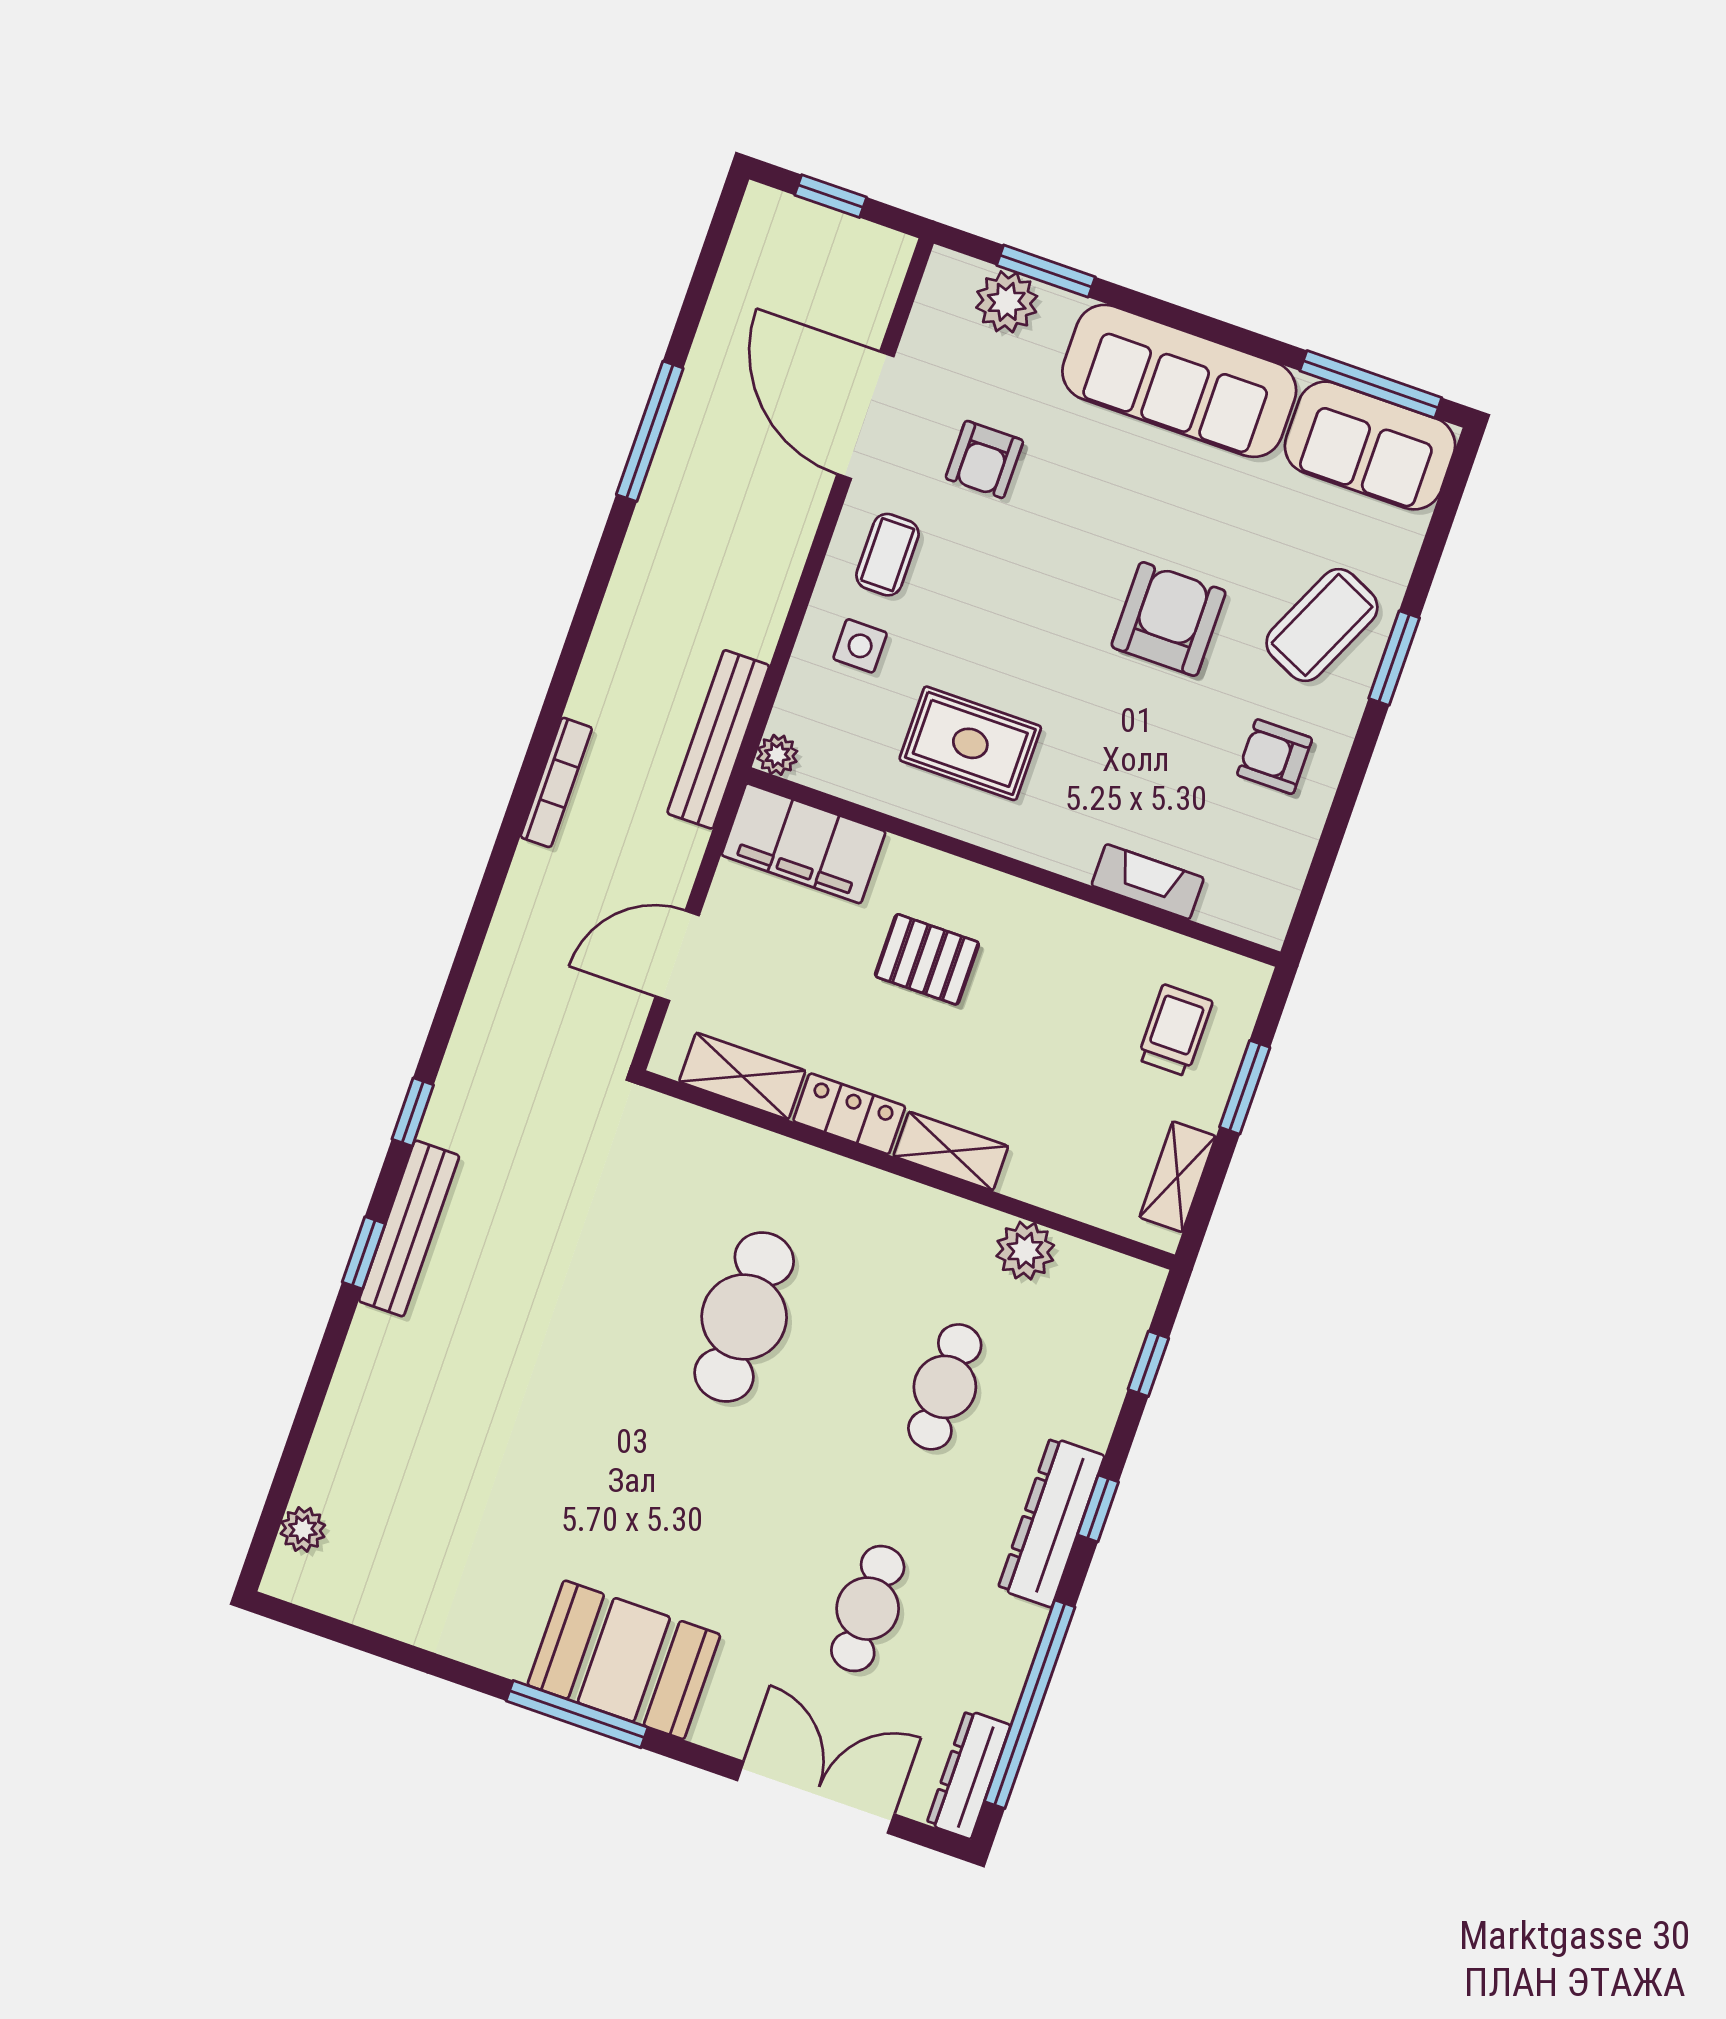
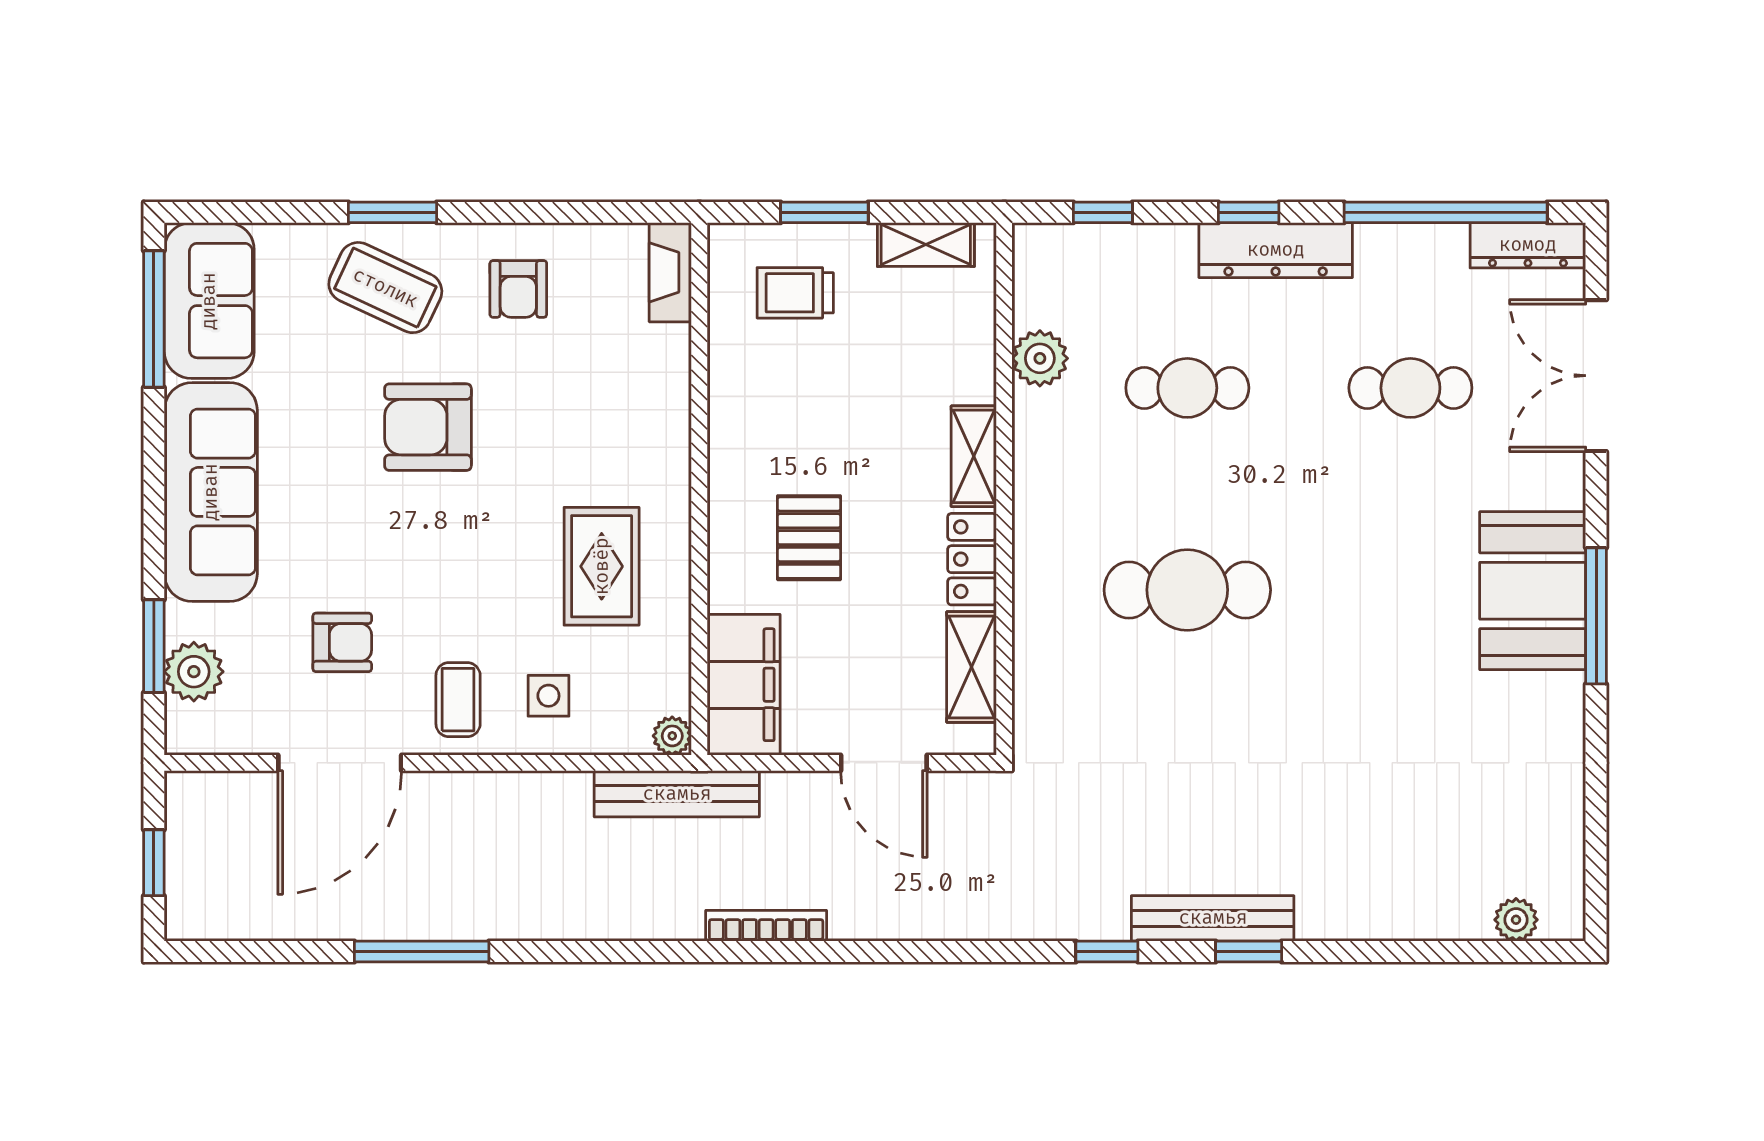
coffee table: (887, 555) -> (458, 700), turned 90
fireplace: (1148, 882) -> (670, 272), moved

